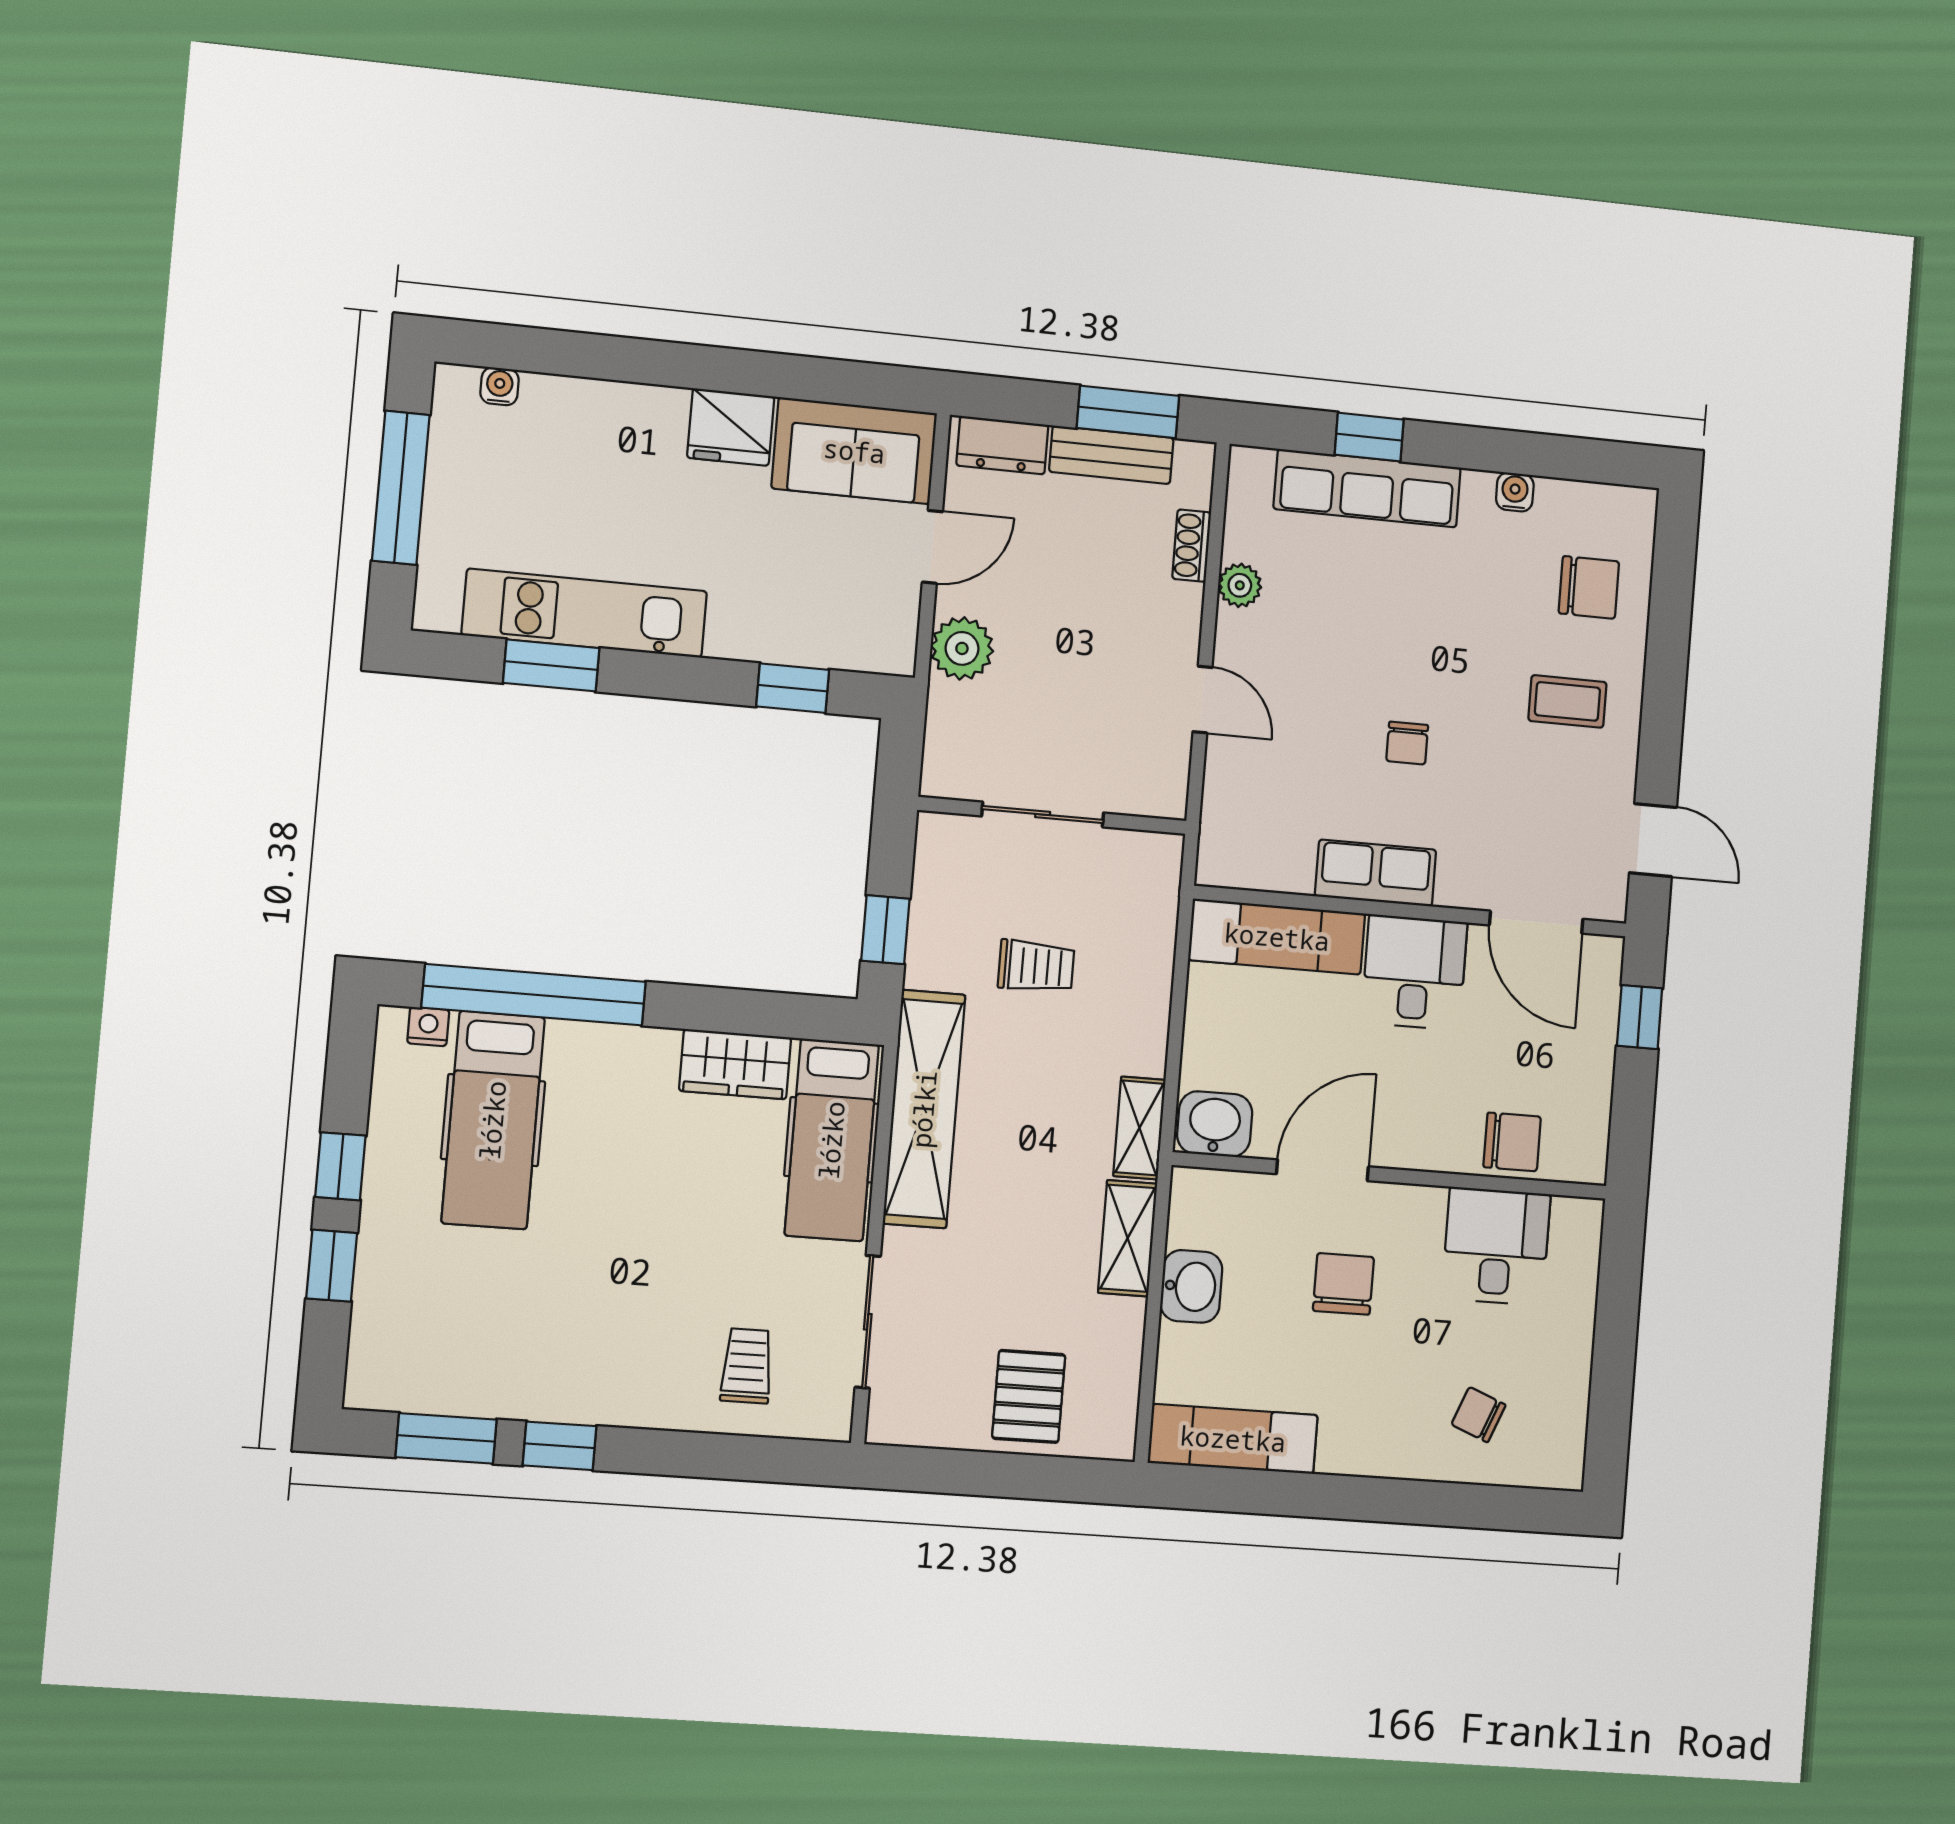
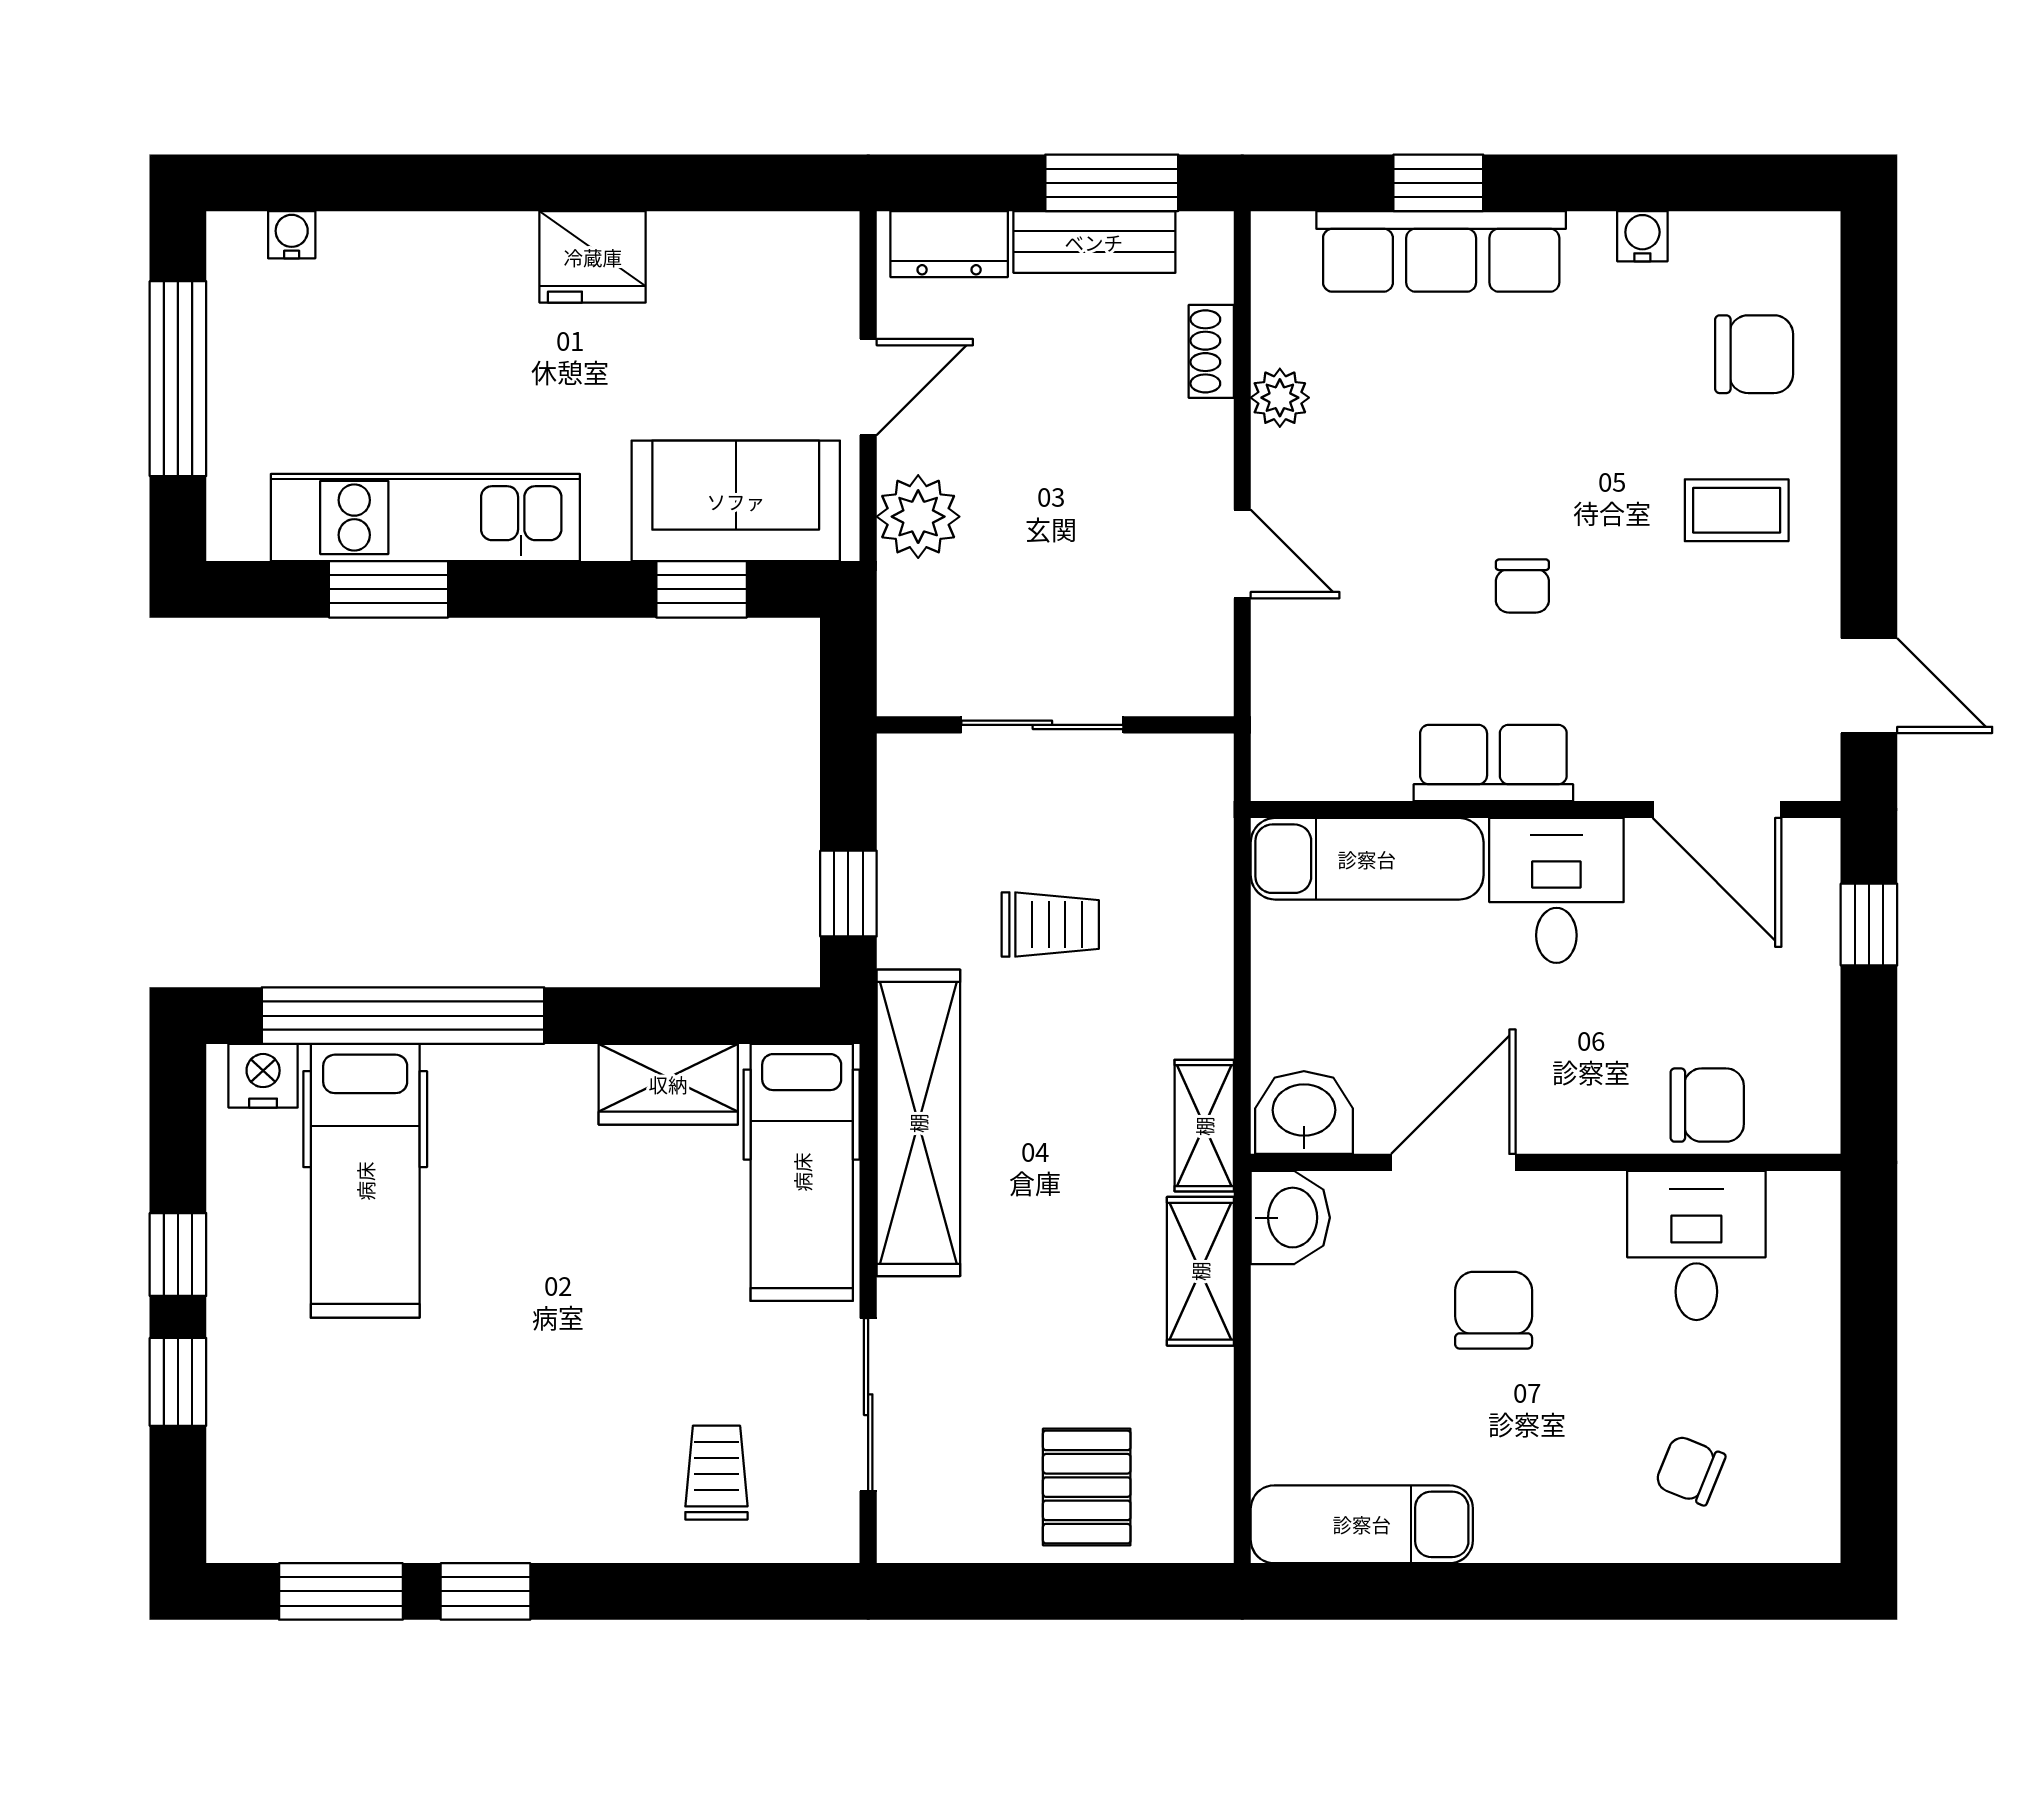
sofa: (854, 451) -> (736, 501), moved, turned 180
nightstand: (428, 1026) -> (263, 1076), width x1.39, depth x1.35
washbasin: (1191, 1286) -> (1290, 1218), moved

